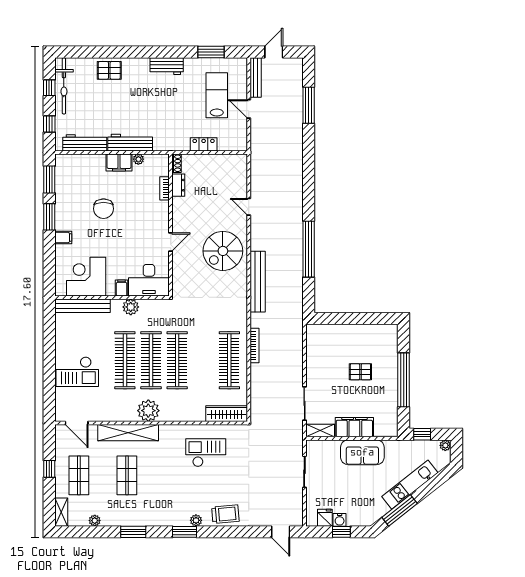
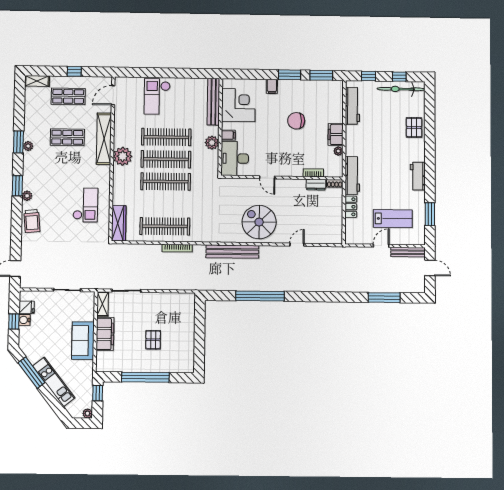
workbench: (130, 143) -> (352, 175), moved
plant: (95, 521) -> (28, 146), moved

